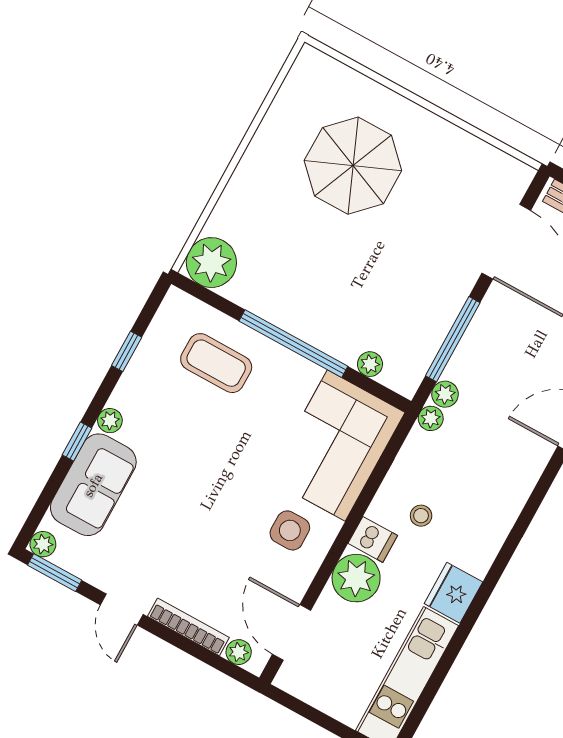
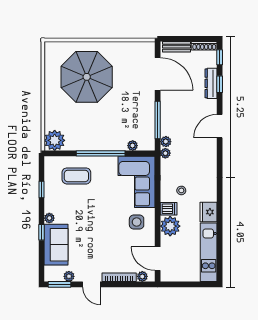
parasol: (353, 166) -> (87, 77), width x1.36, depth x1.36
plant: (43, 544) -> (69, 276), moved

